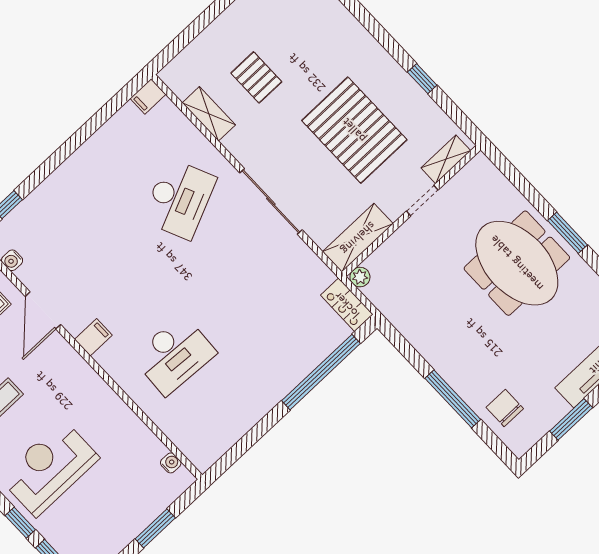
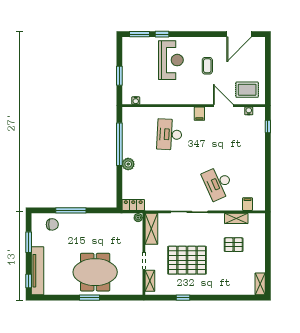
filing cabinet: (148, 96) -> (248, 204), moved
window: (321, 372) -> (119, 144), moved
plant: (287, 377) -> (128, 164), added

